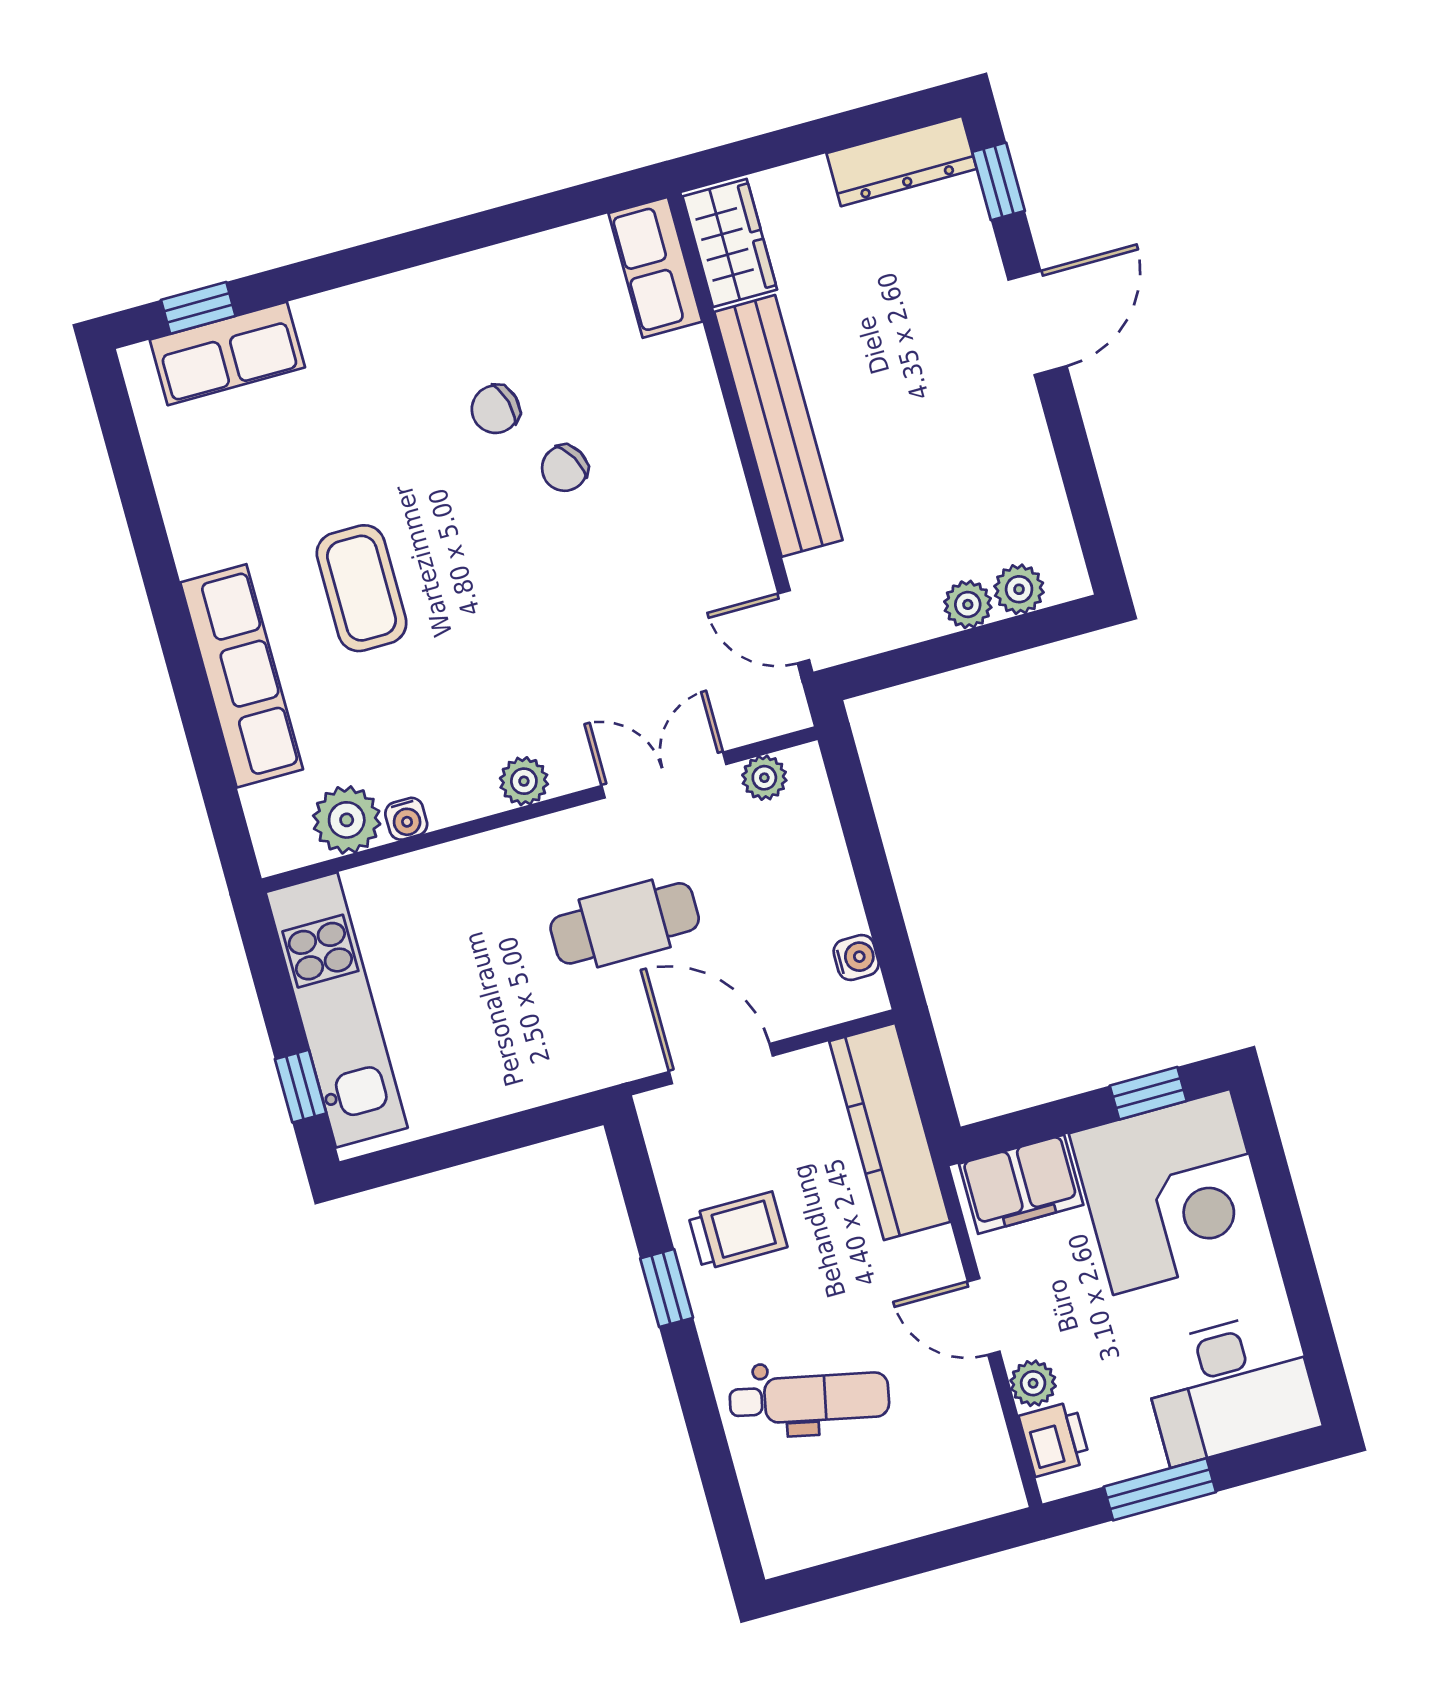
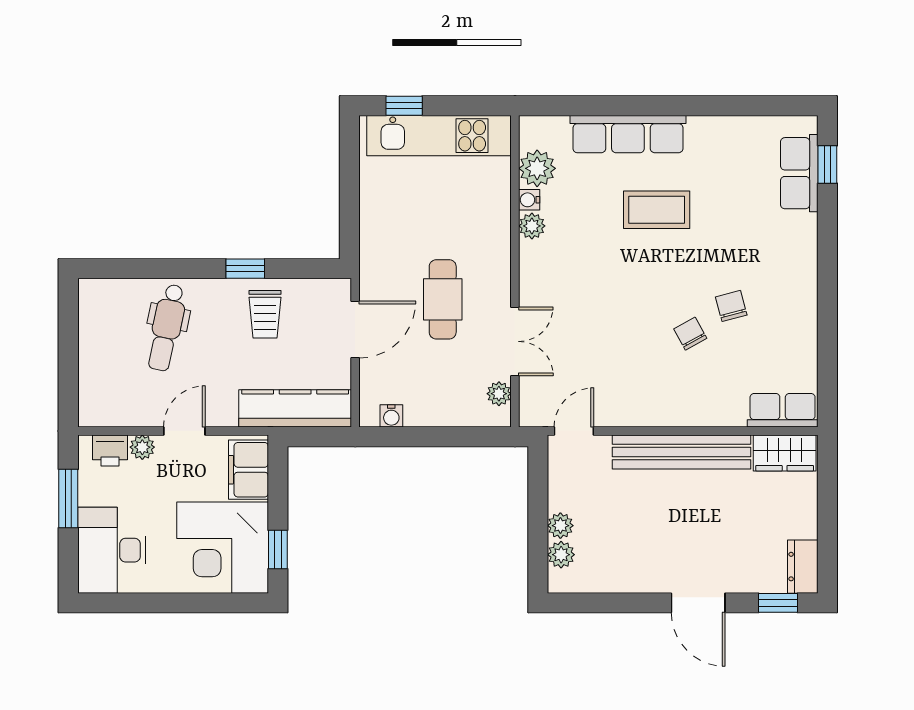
dresser: (902, 161) -> (803, 567), width x0.70
plant: (524, 781) -> (532, 226), moved

